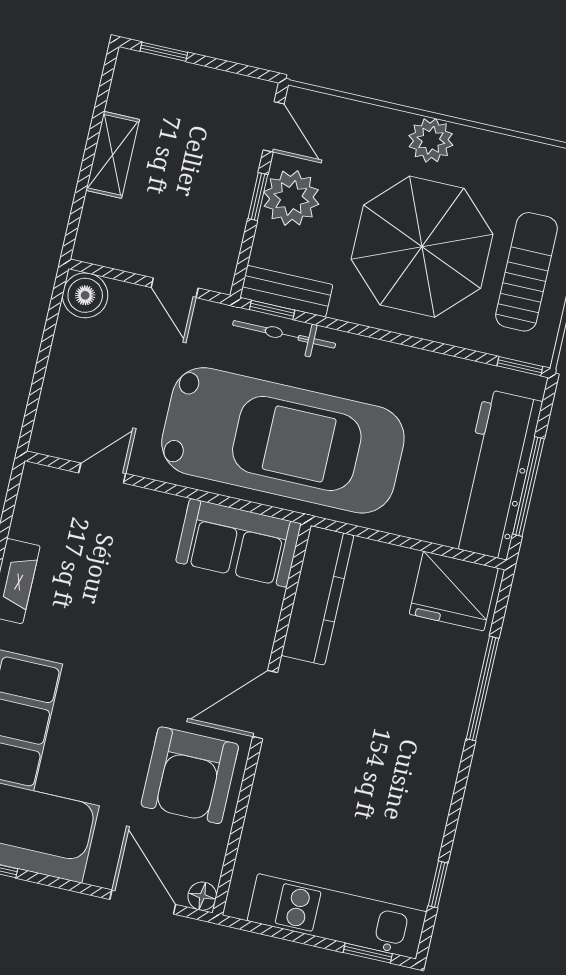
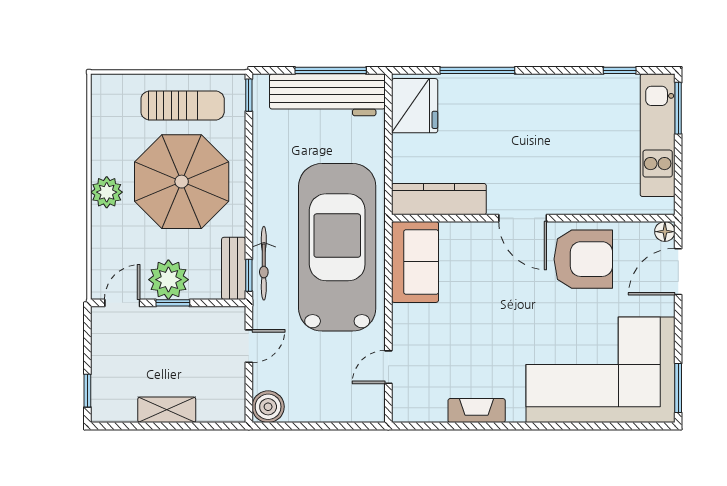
sun lounger: (526, 272) -> (183, 105), turned 180
door: (102, 473) -> (388, 367), hinge flipped
window: (368, 953) -> (678, 108), width x1.50

